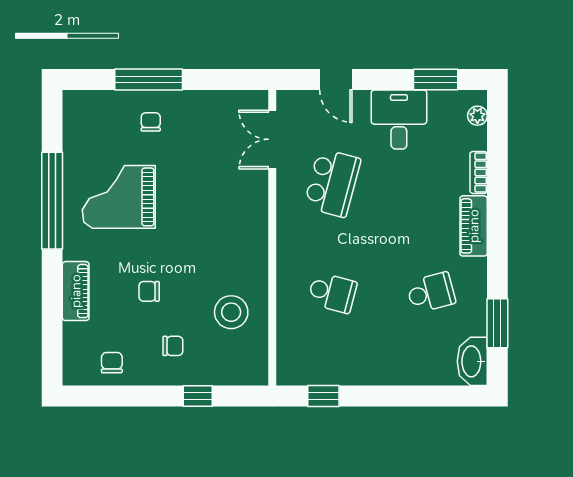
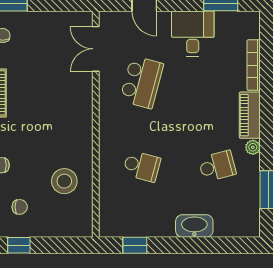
plant: (477, 116) -> (253, 147), moved
bookcase: (479, 172) -> (254, 65), width x1.56
washbasin: (472, 361) -> (194, 226), moved, turned 90
window: (198, 396) -> (19, 245), moved

